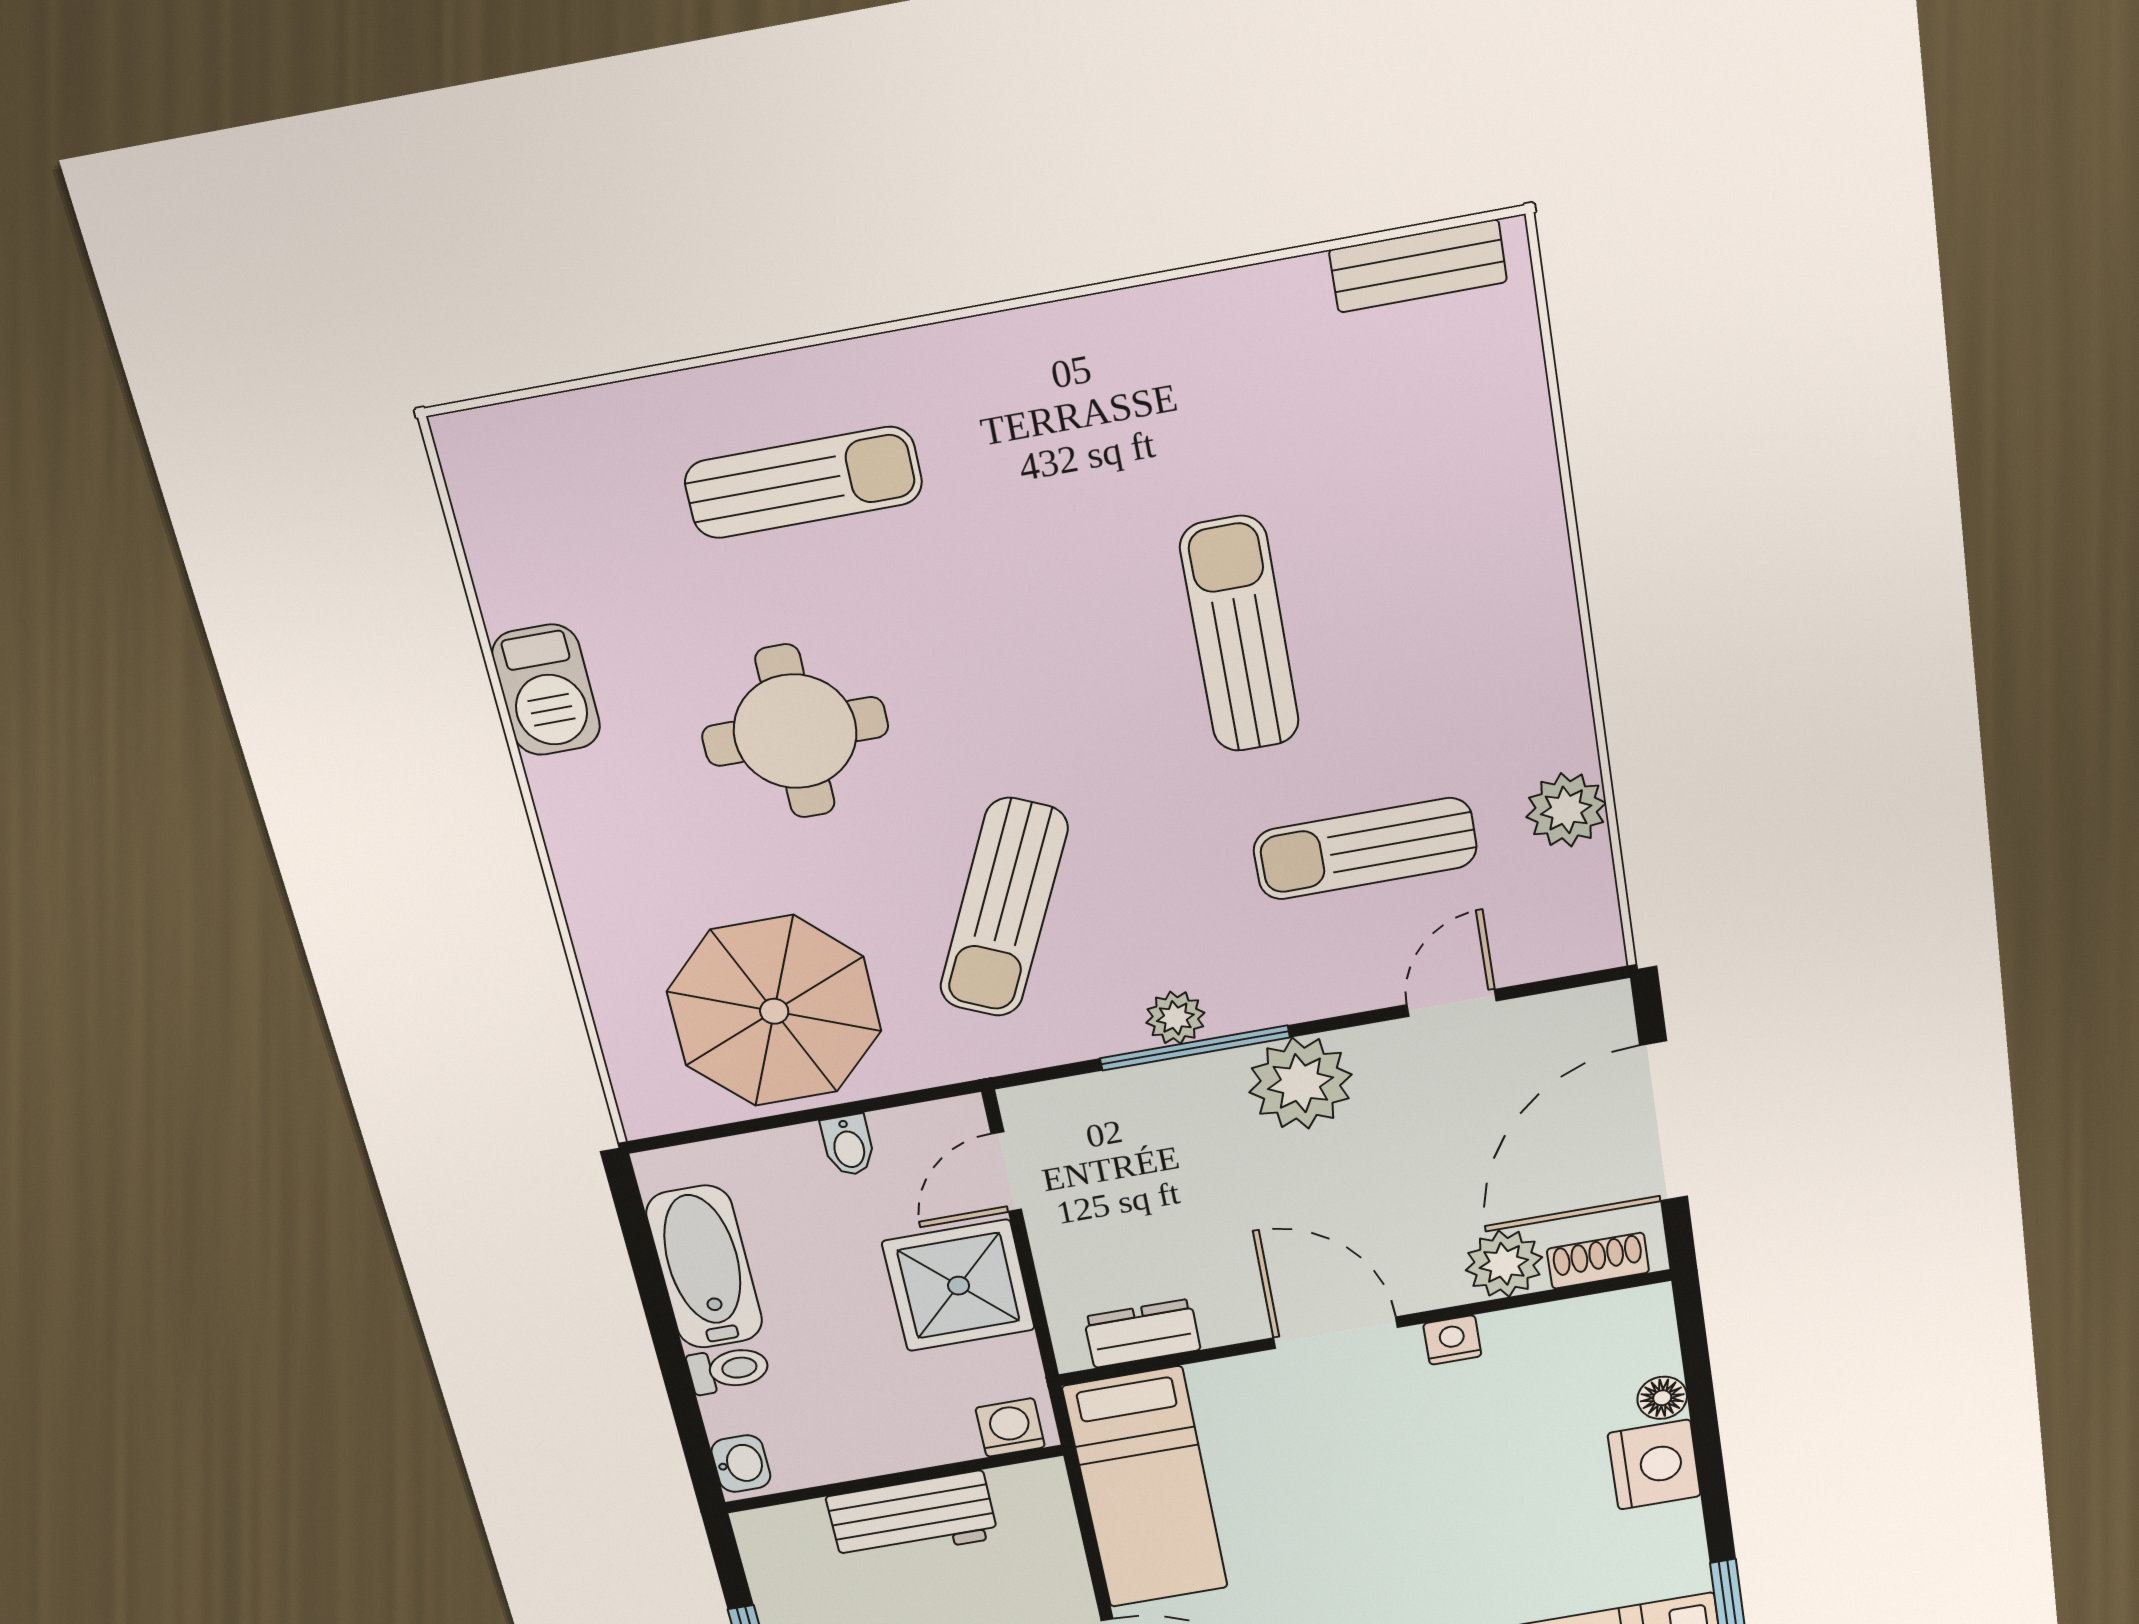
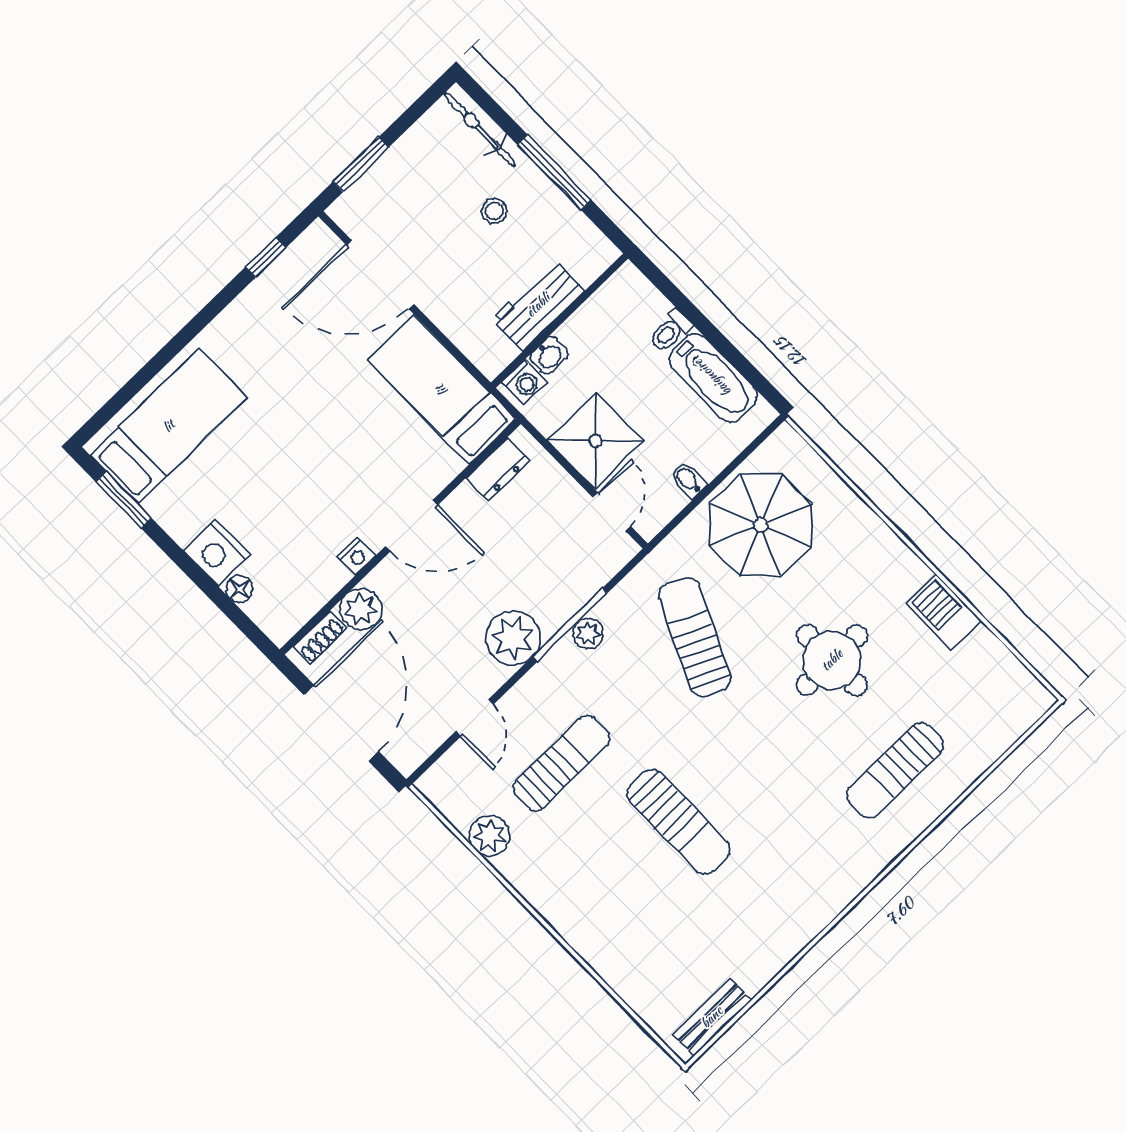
washbasin: (741, 1464) -> (549, 355), moved, turned -90

